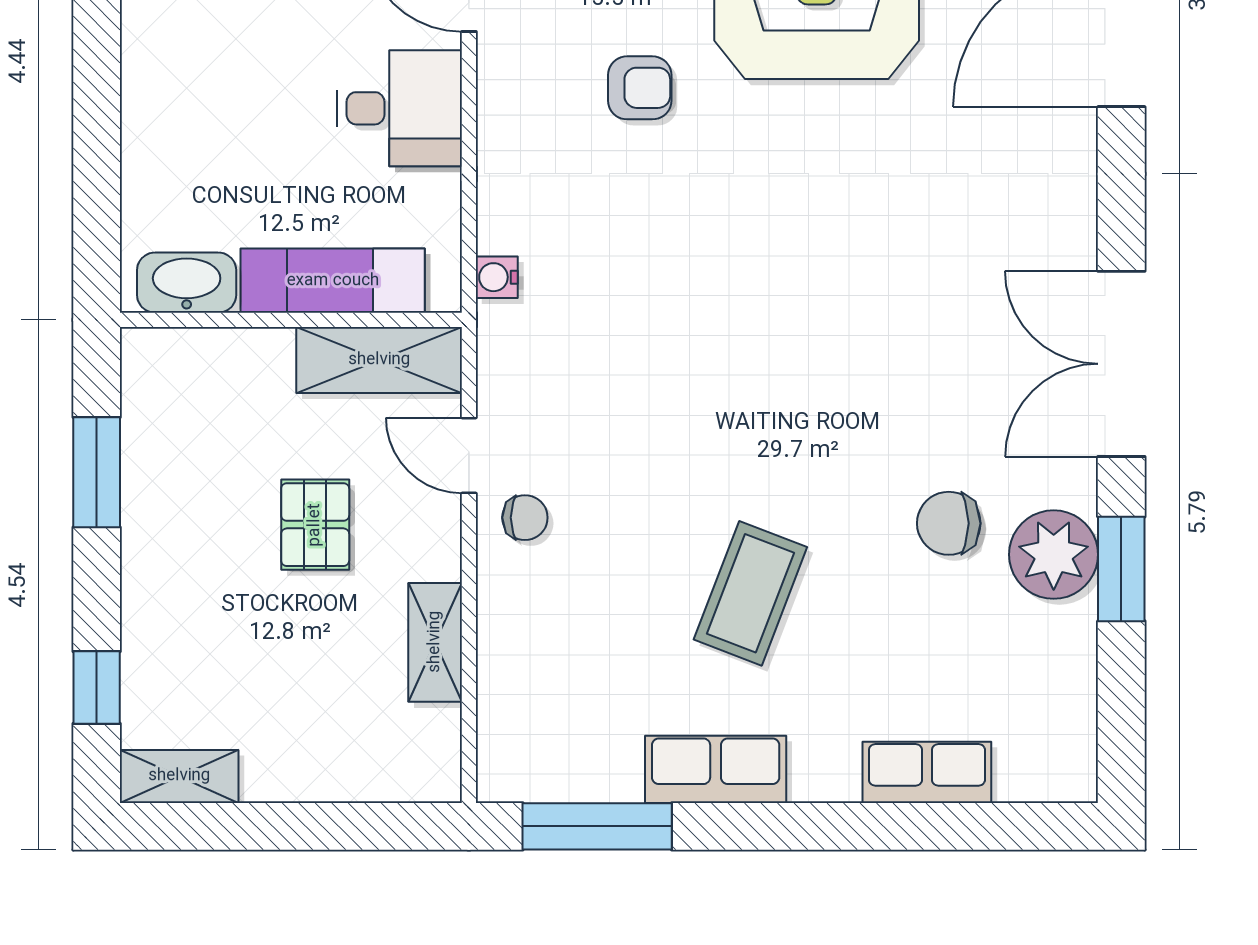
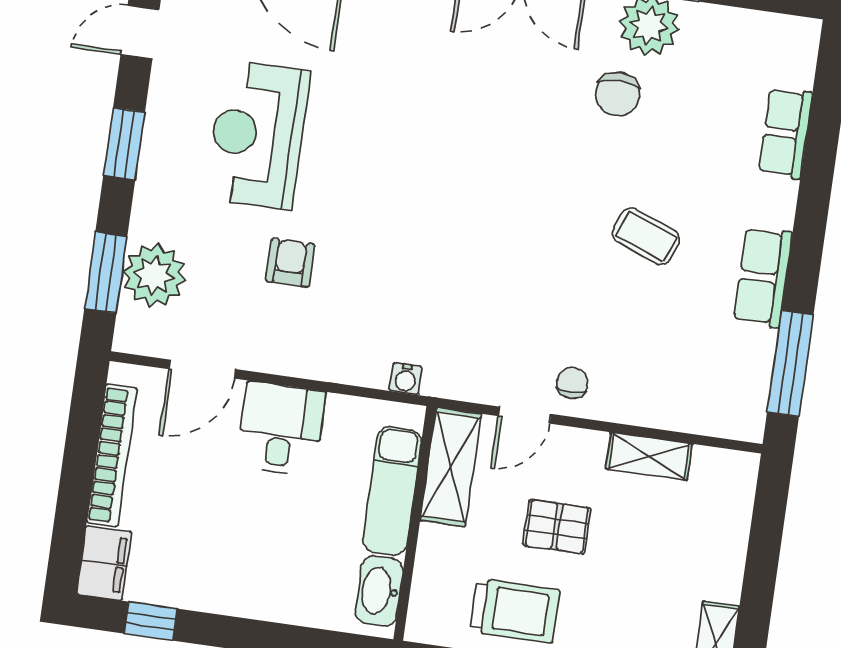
trolley: (186, 481) -> (515, 611), added
coffee table: (750, 593) -> (646, 236), width x0.73, depth x0.77

